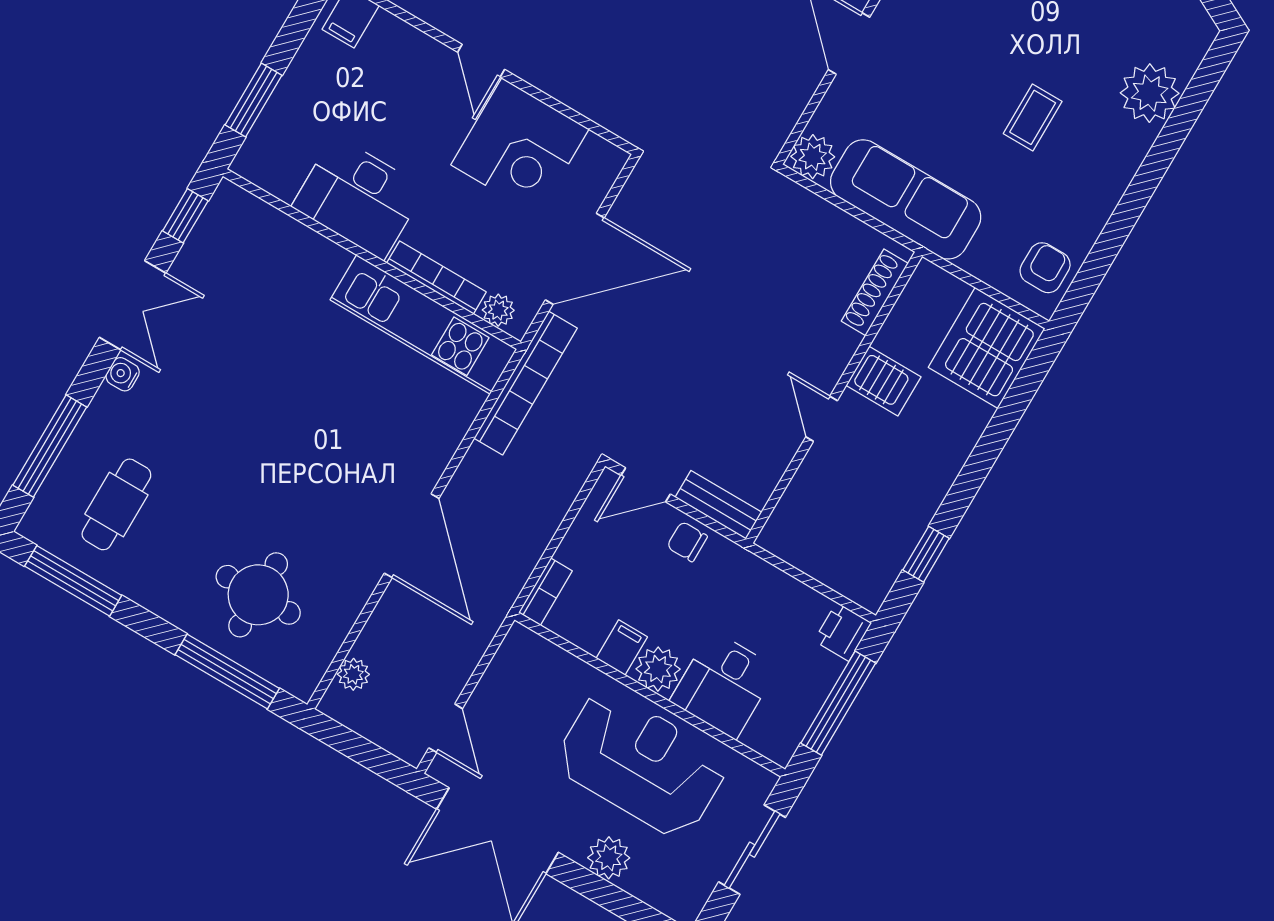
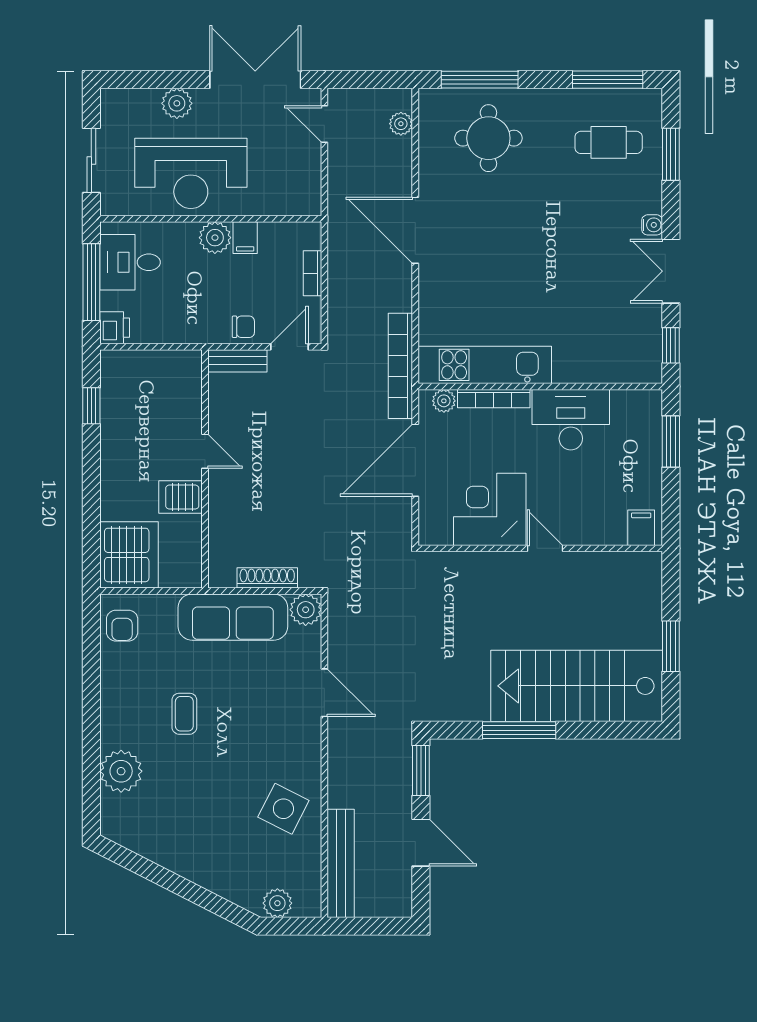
shoe rack: (875, 292) -> (267, 578), moved, turned -90
window: (50, 446) -> (671, 154), width x0.69
cafe table: (116, 504) -> (609, 142), turned 90
bookcase: (545, 592) -> (312, 273), moved
desk: (724, 685) -> (130, 262), moved, turned -90

